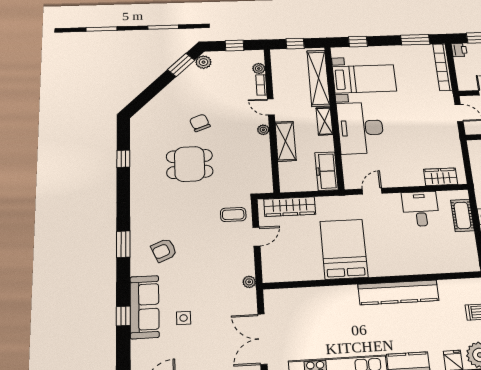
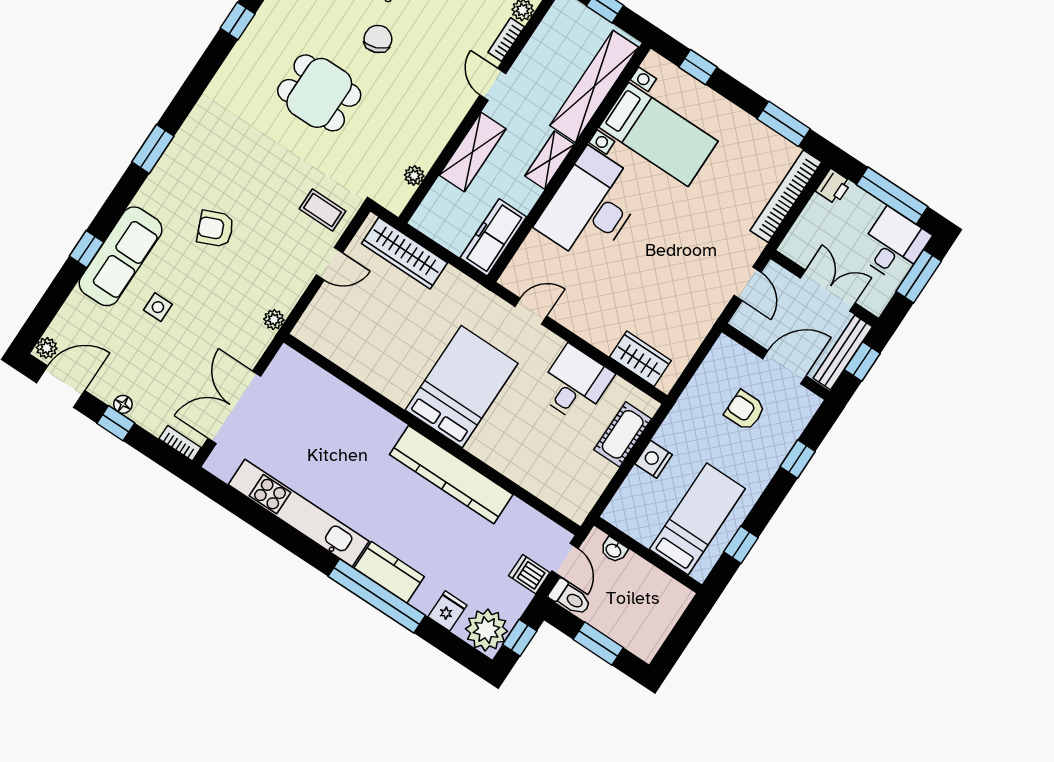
plant: (263, 130) -> (414, 176), moved
bed: (344, 249) -> (462, 387), moved
armchair: (164, 250) -> (215, 229), moved

